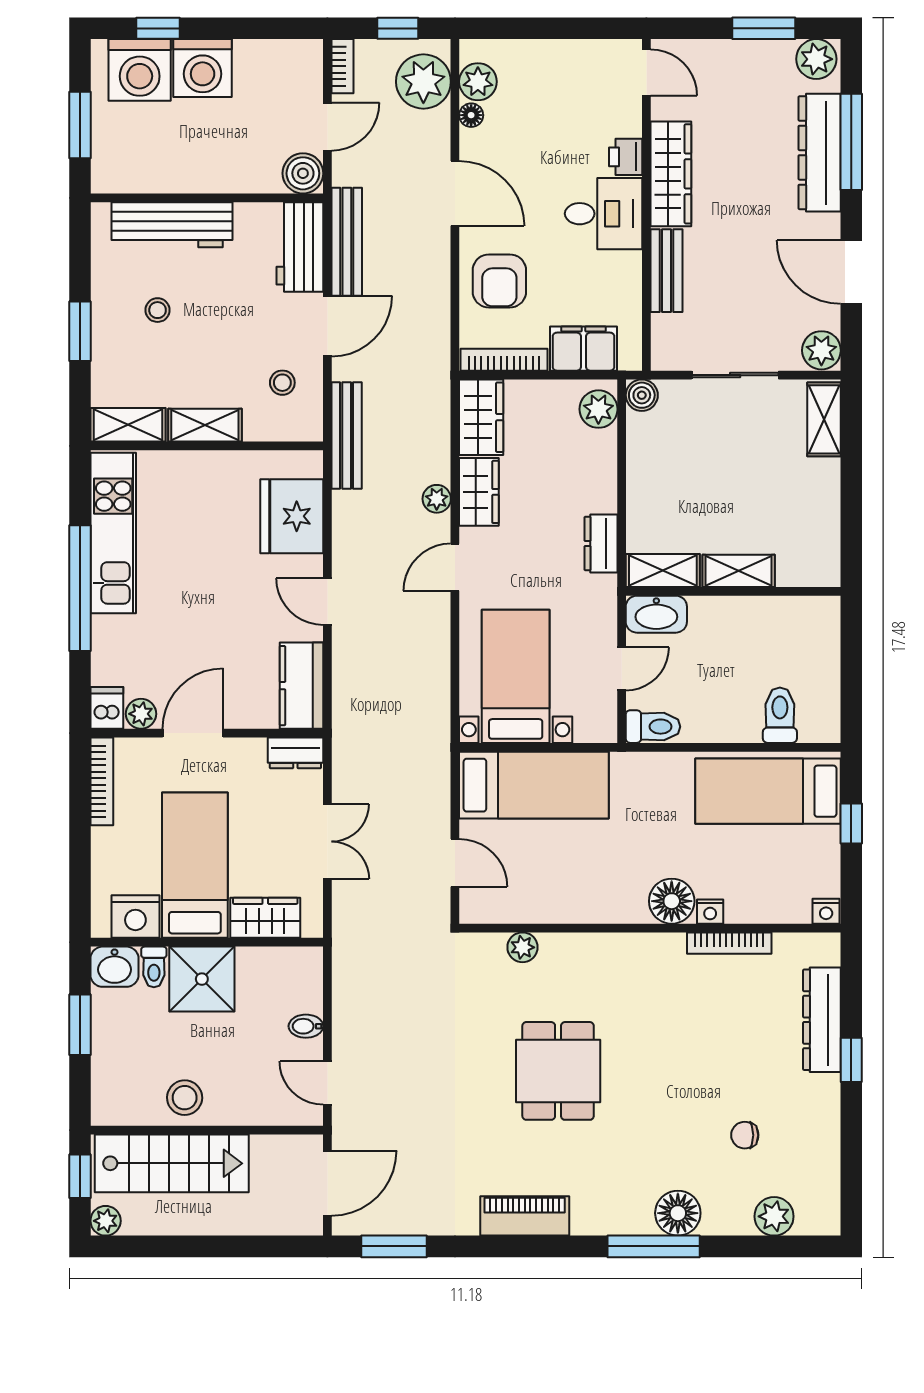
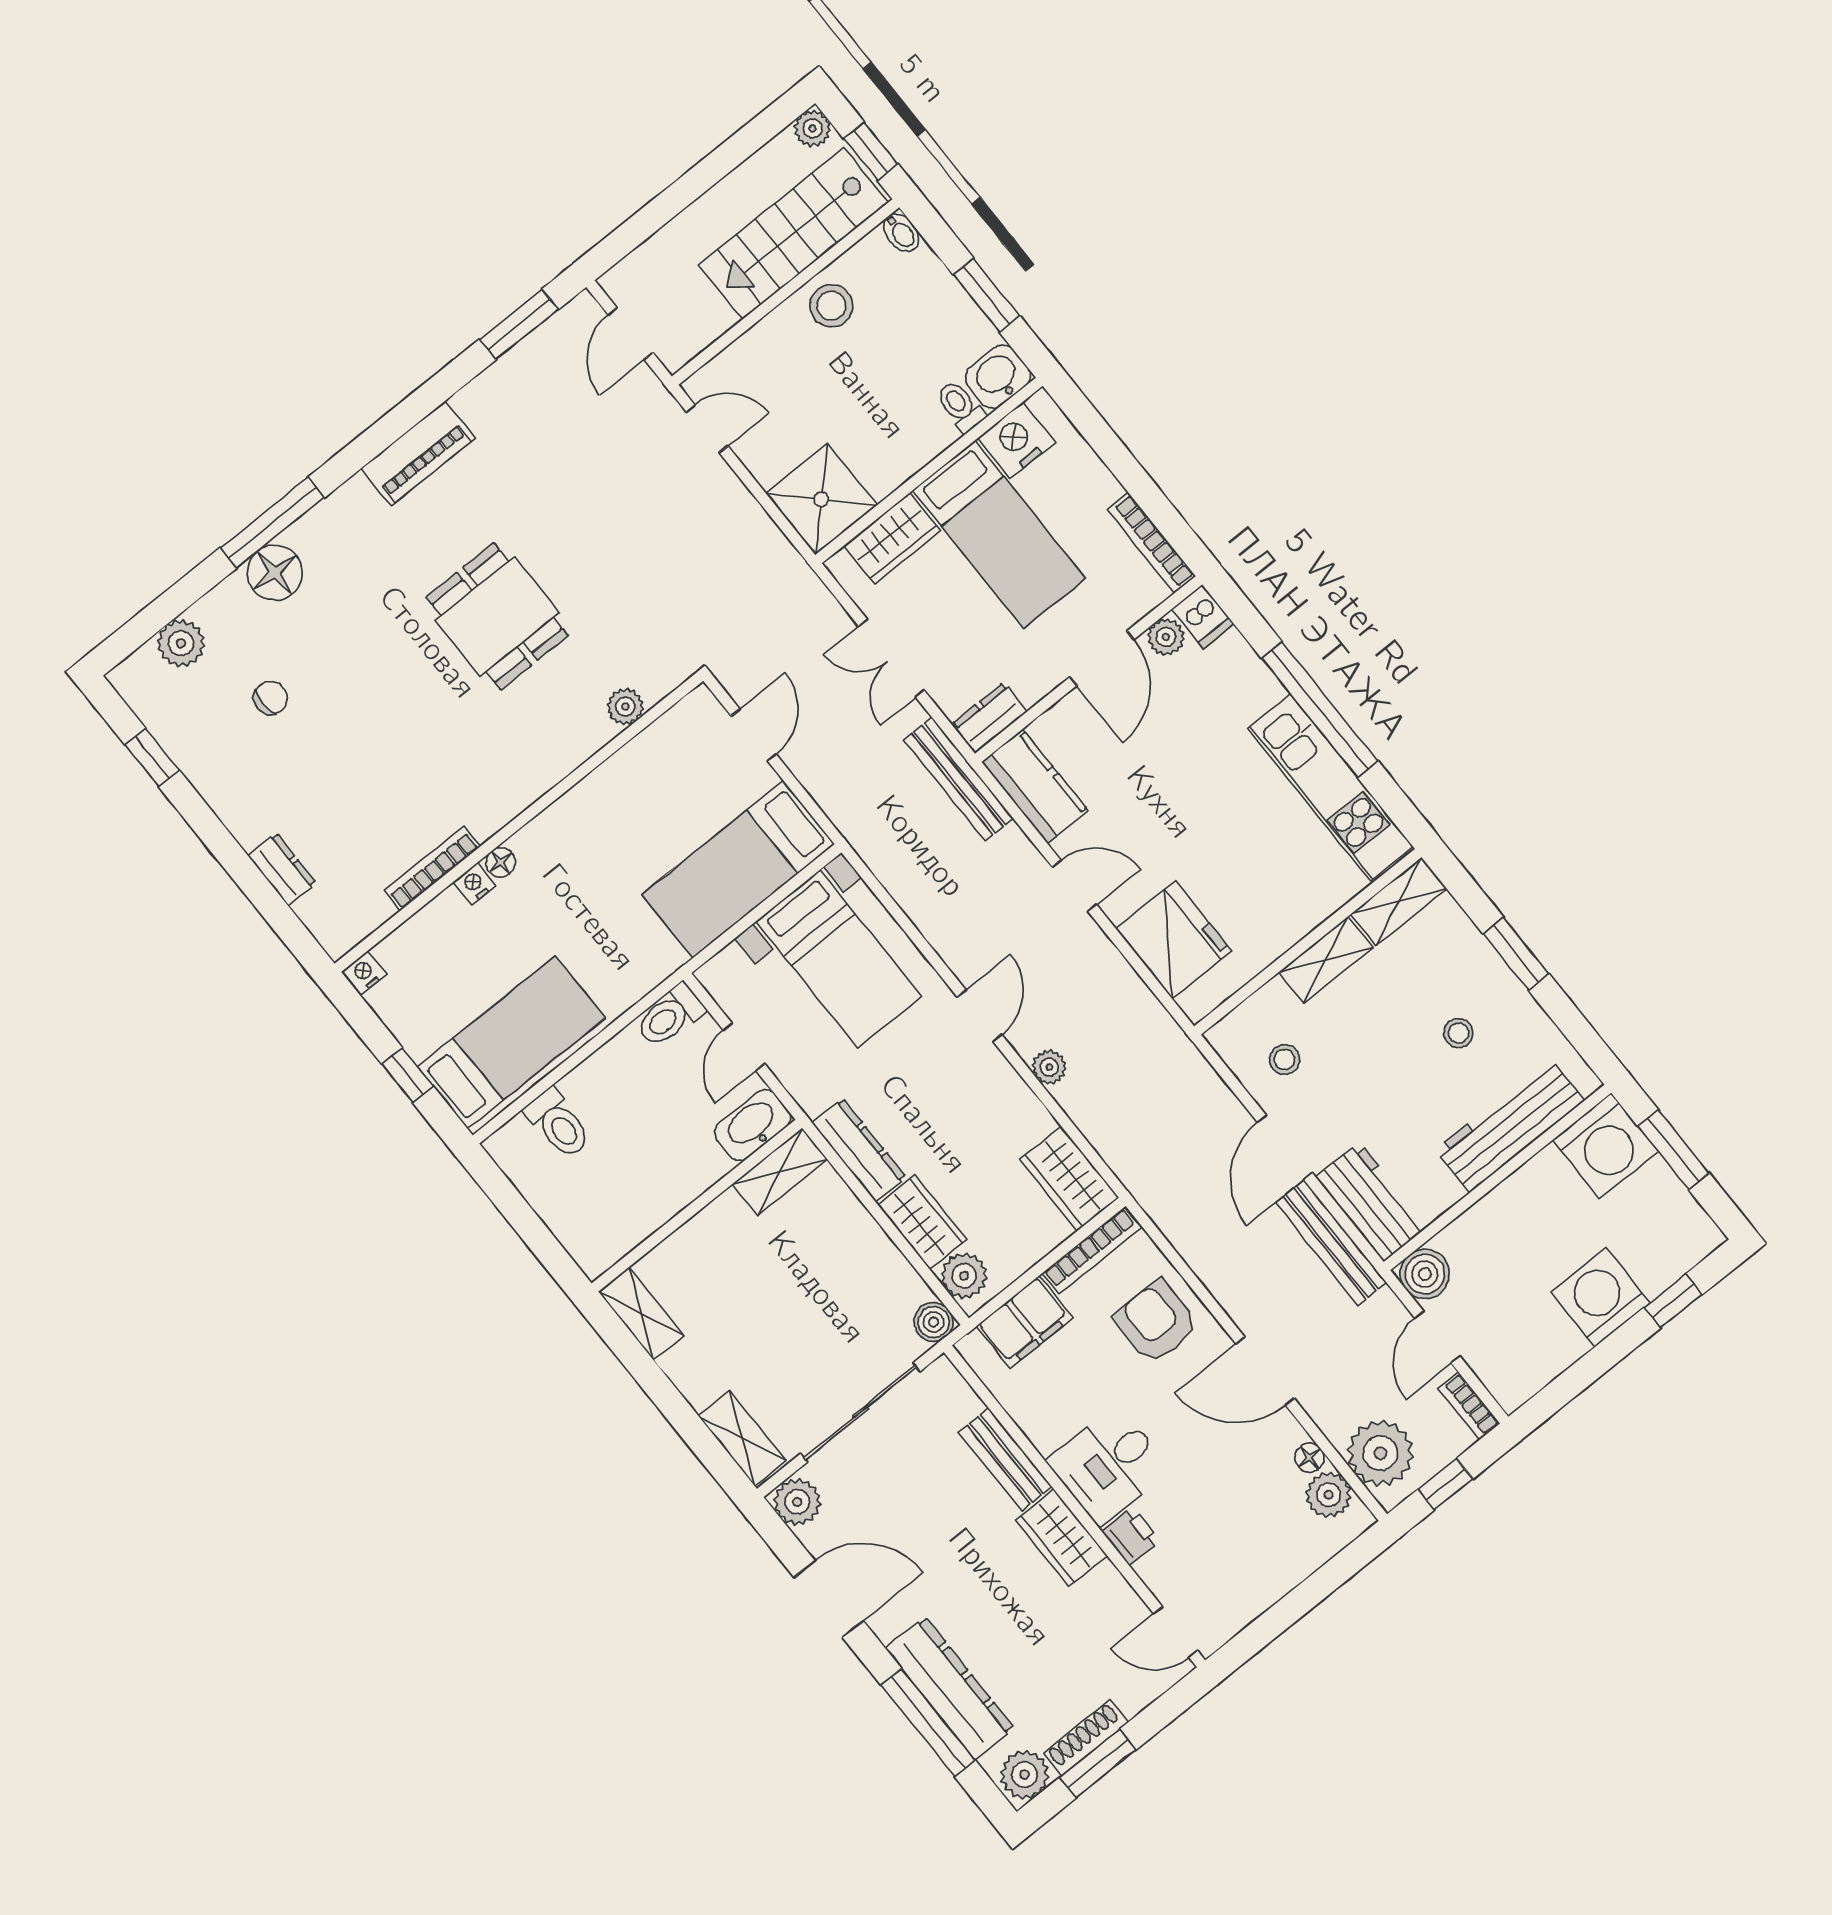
shoe rack: (758, 51) -> (1086, 1738), added
washing machine: (140, 70) -> (1605, 1146), moved, turned 180
wardrobe: (671, 174) -> (1062, 1538), width x0.67
sliding door: (735, 375) -> (860, 1412), width x1.37
bench: (347, 436) -> (959, 779), moved
wardrobe: (479, 492) -> (922, 1222), moved, turned 180
dresser: (601, 543) -> (859, 1150), width x1.44
shelving: (739, 571) -> (641, 1314), moved, turned 90
door: (455, 863) -> (754, 735), swing flipped
floor lamp: (672, 901) -> (501, 862), width x0.53, depth x0.53
shower: (202, 979) -> (821, 499), moved
dresser: (822, 1020) -> (282, 869), width x0.51, depth x0.80
bidet: (306, 1026) -> (901, 232), moved, turned 90
window: (851, 1060) -> (152, 758), moved
door: (327, 1183) -> (630, 334), width x0.73

